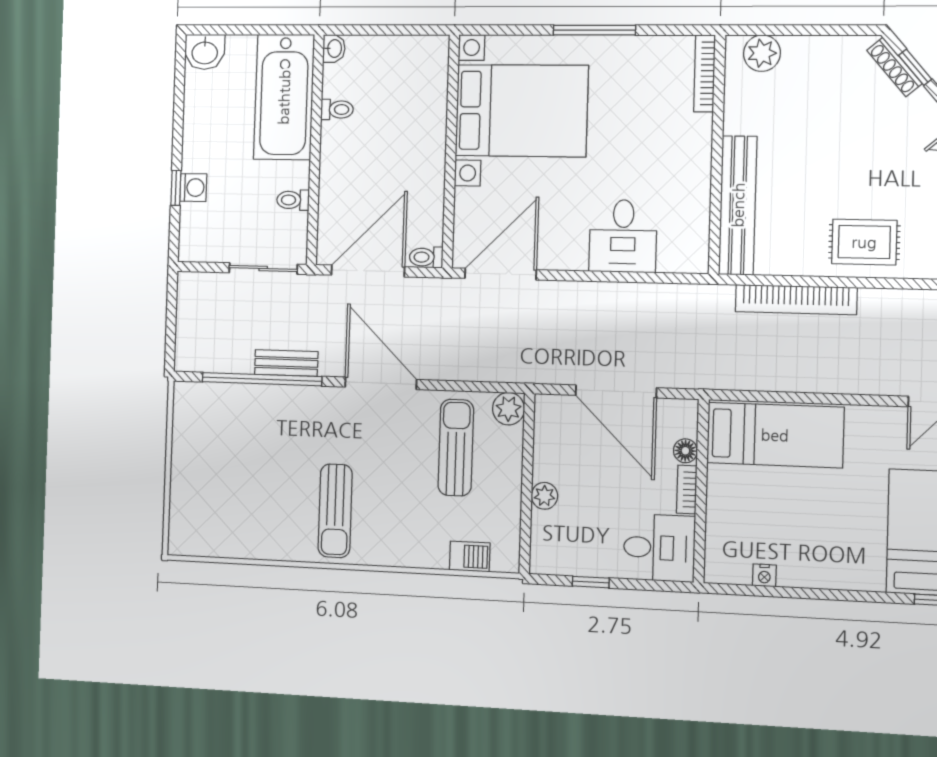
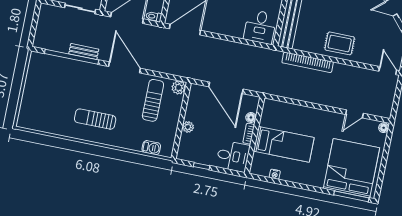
desk: (623, 236) -> (260, 27), moved
bed: (775, 435) -> (284, 144), moved
sun lounger: (335, 511) -> (95, 119), turned 90

